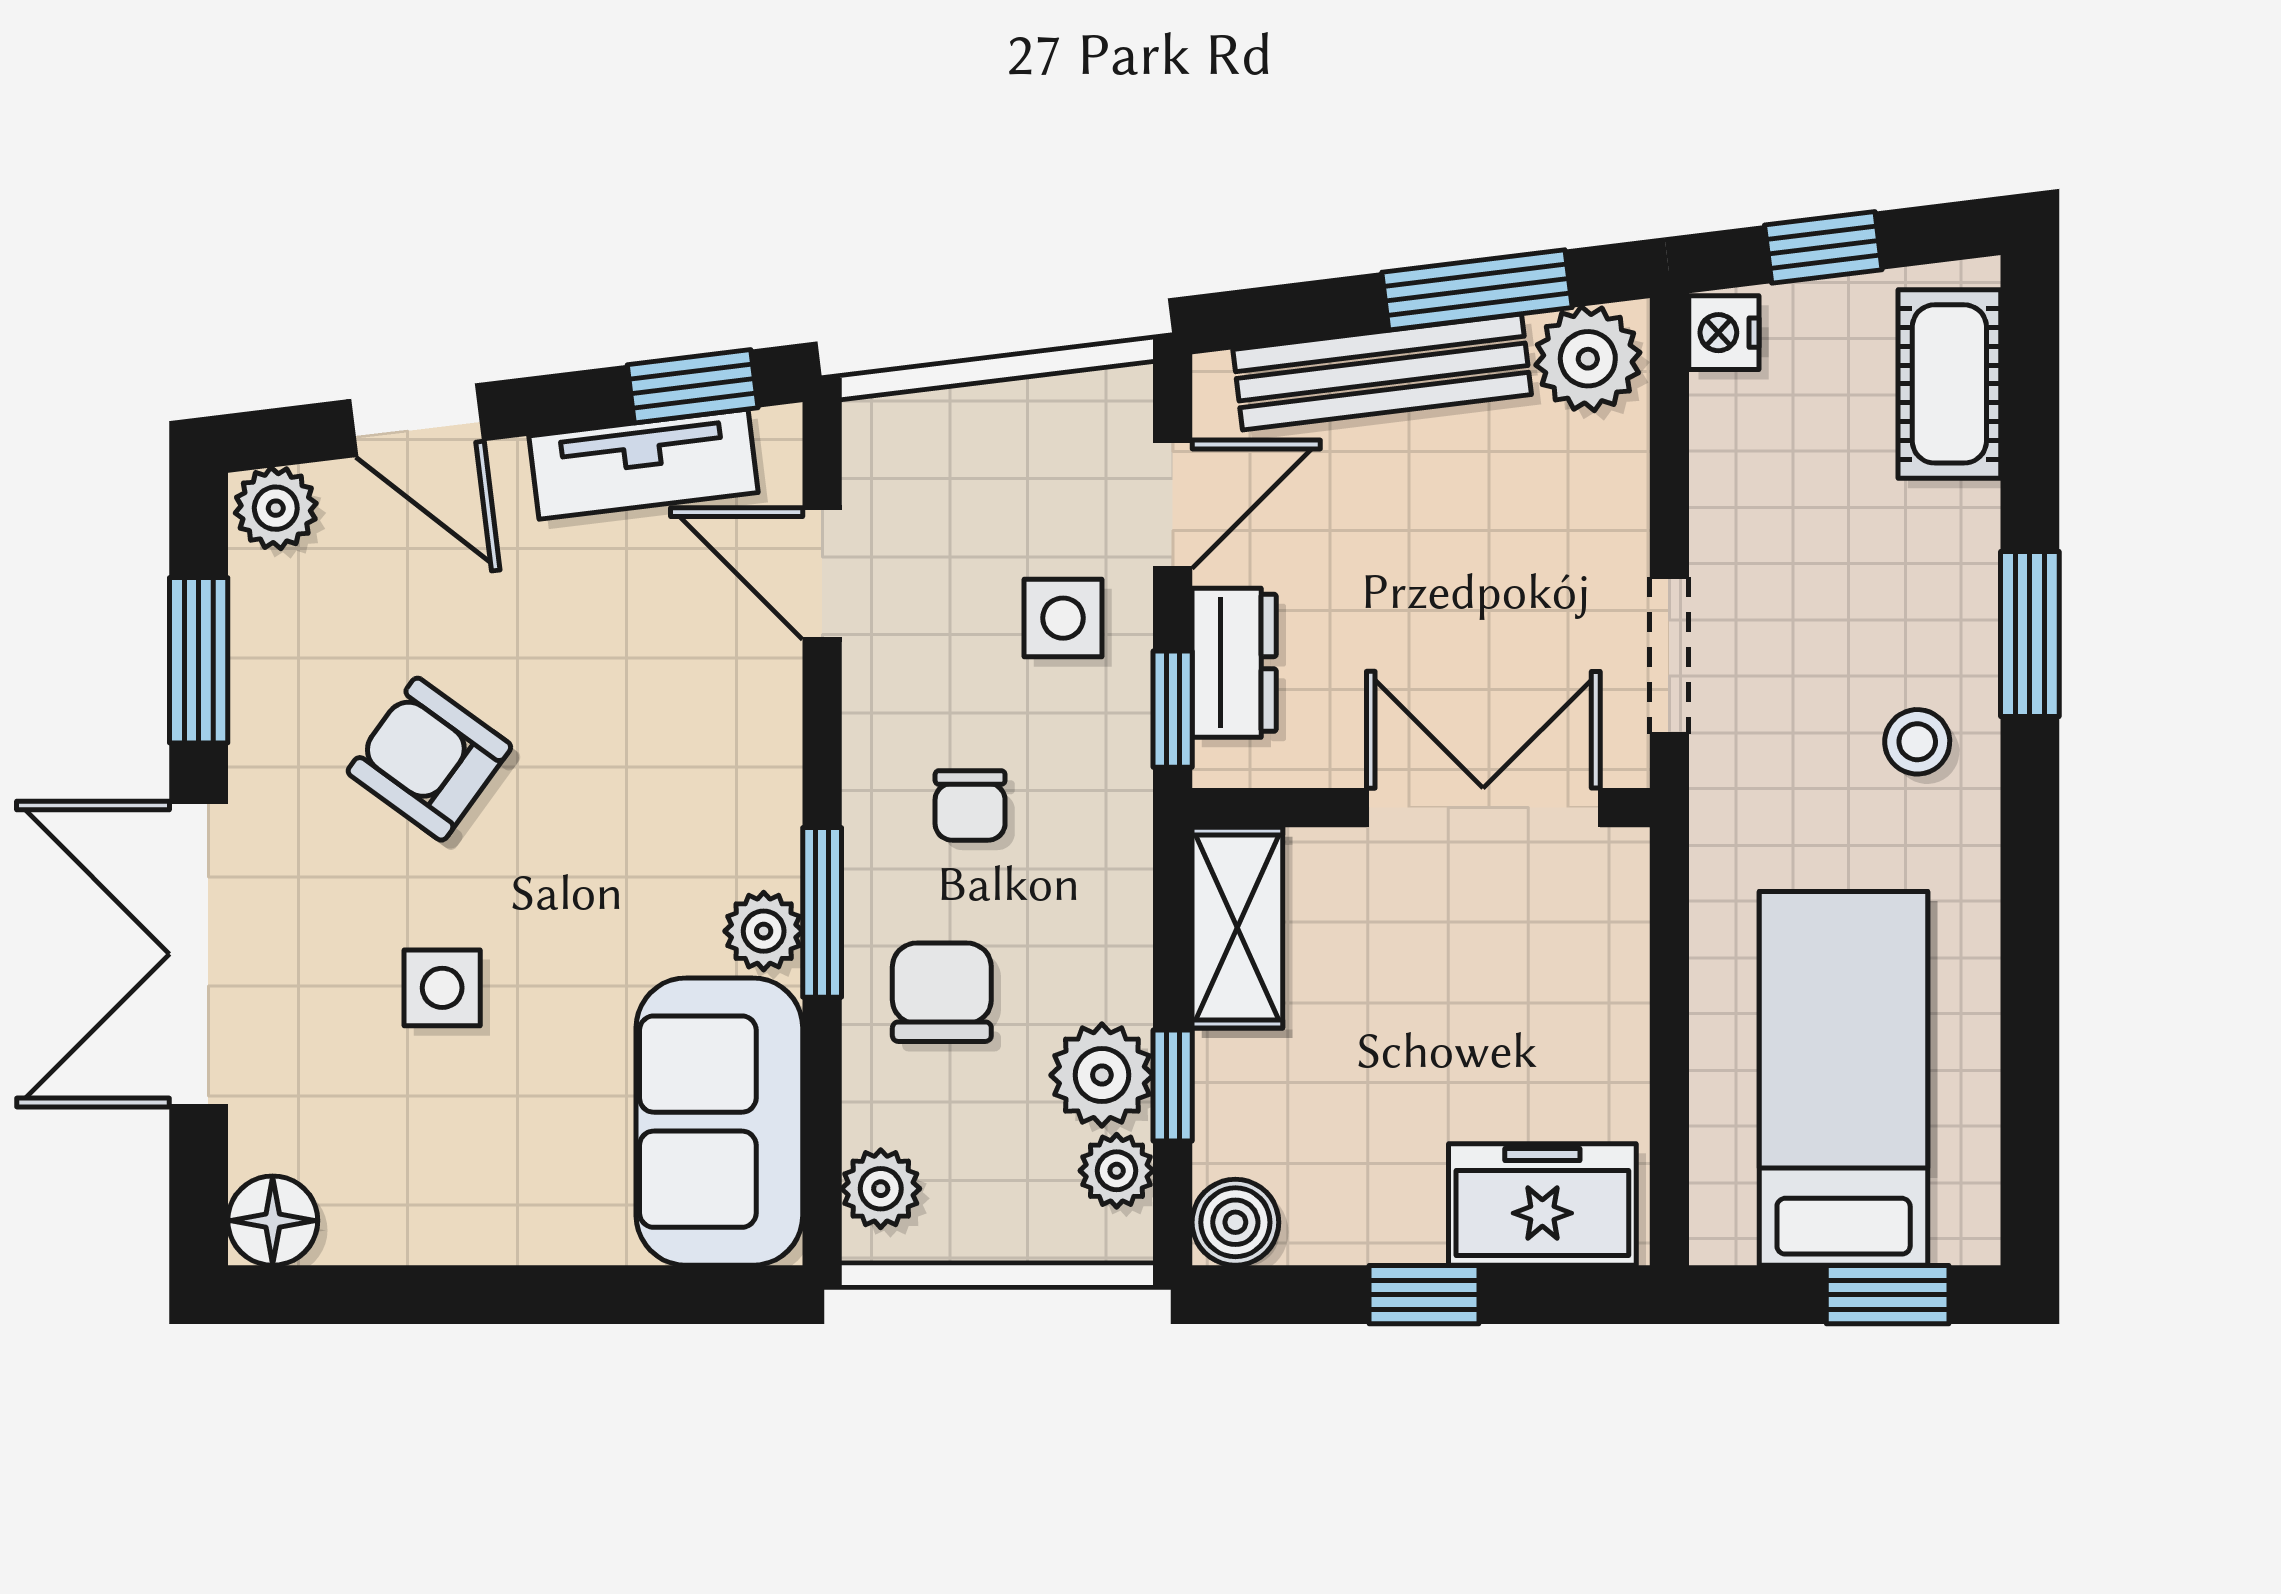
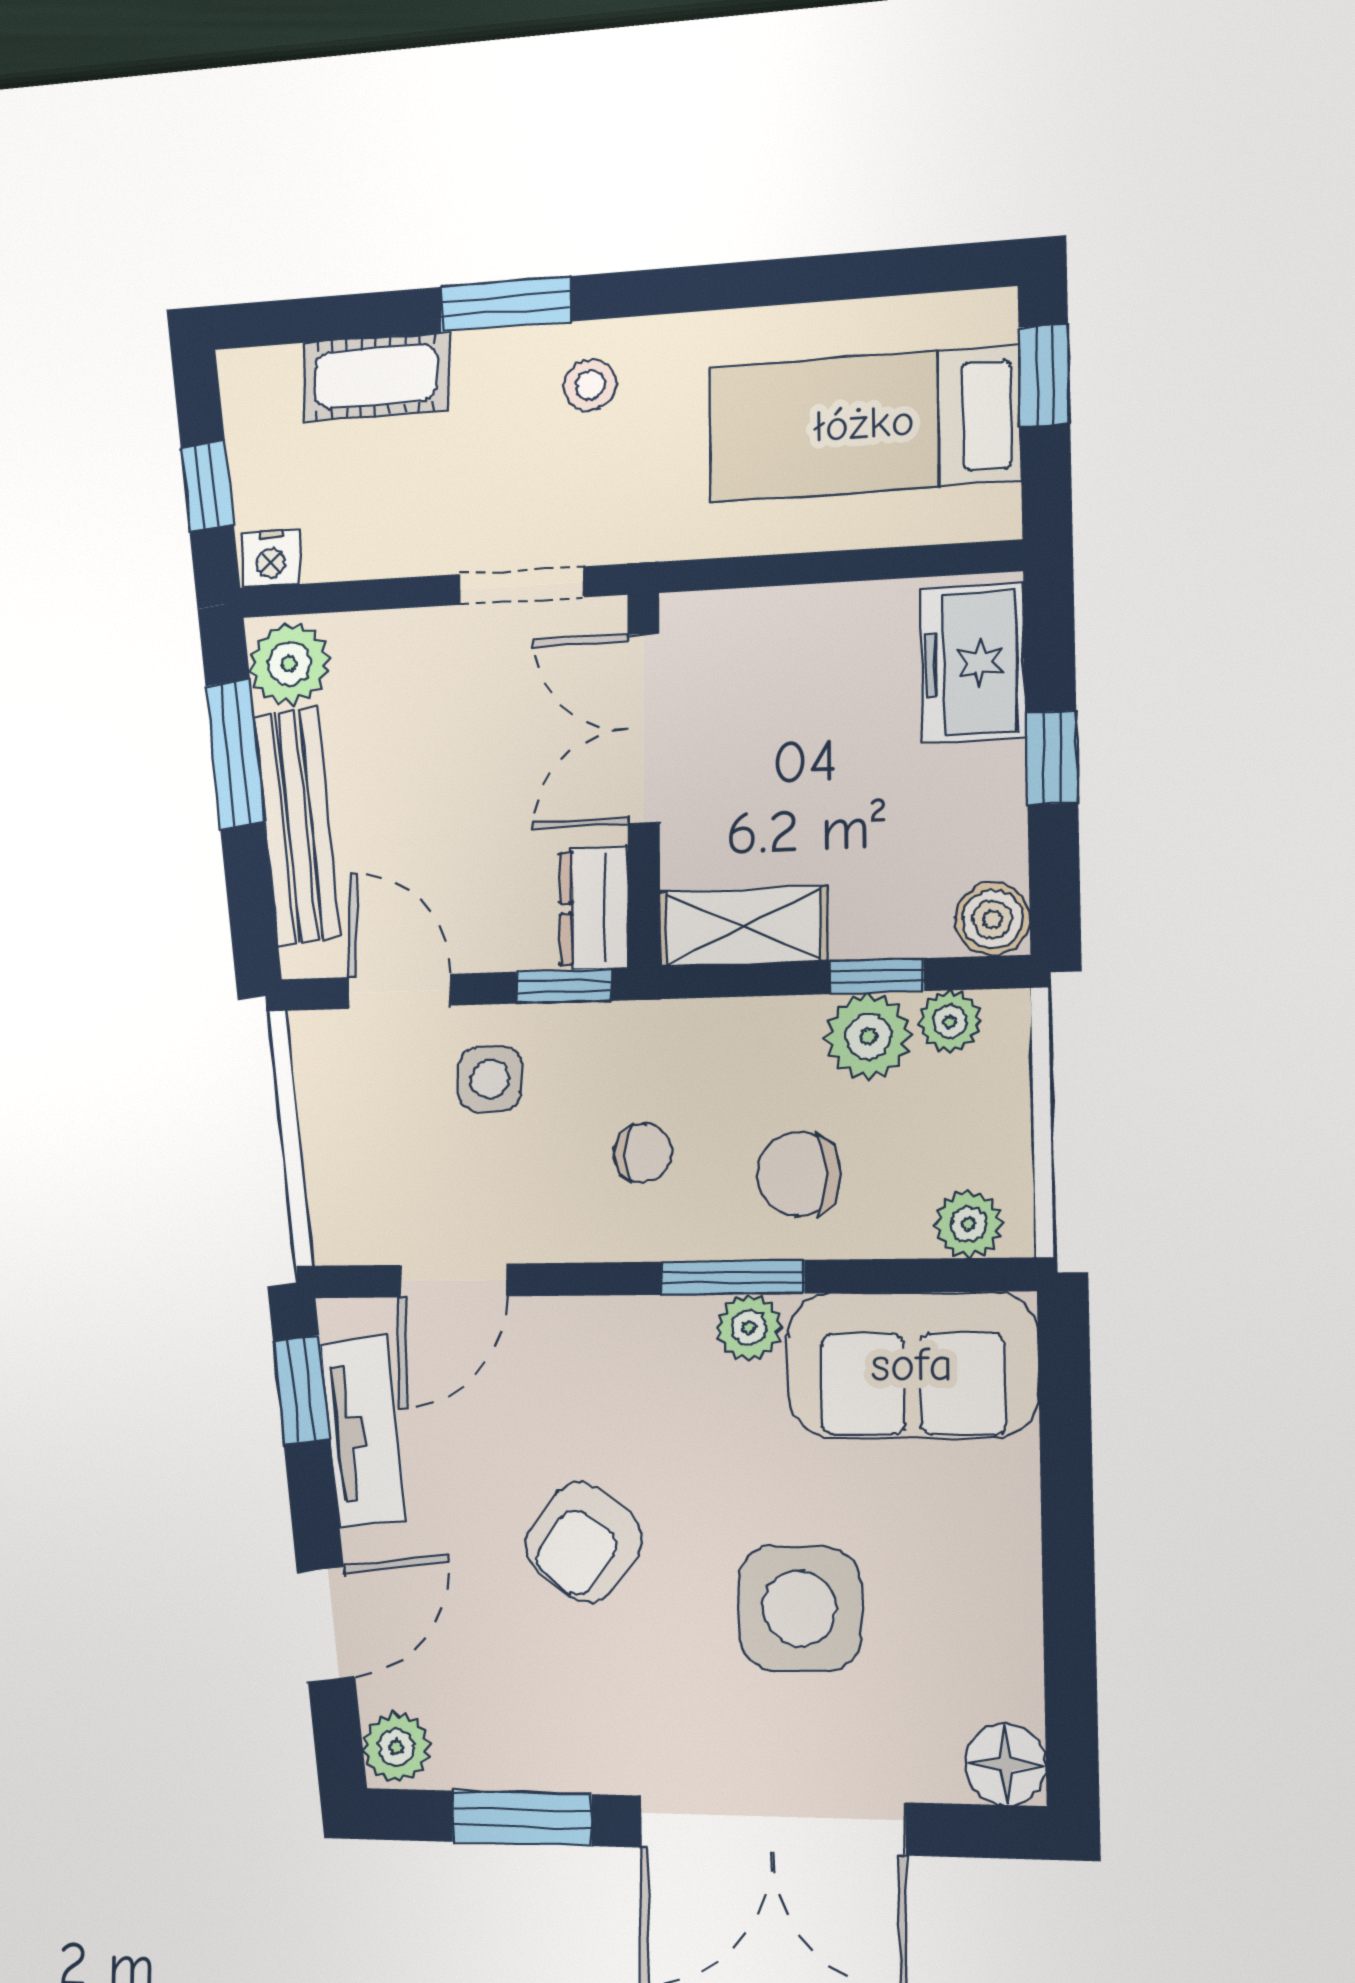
cot: (1949, 384) -> (376, 377), moved
dresser: (1234, 663) -> (594, 908), moved, turned -90
armchair: (429, 759) -> (584, 1542), moved
side table: (442, 988) -> (799, 1609), width x1.87, depth x1.87

